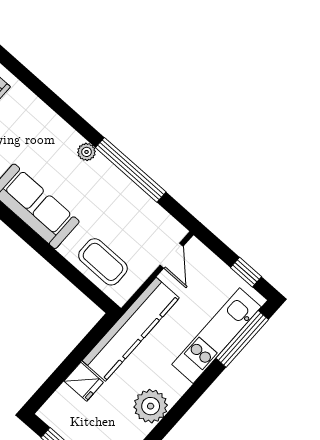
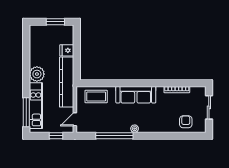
door: (172, 256) -> (75, 119), hinge flipped
window: (246, 272) -> (56, 136), moved
plant: (151, 406) -> (37, 74), moved

